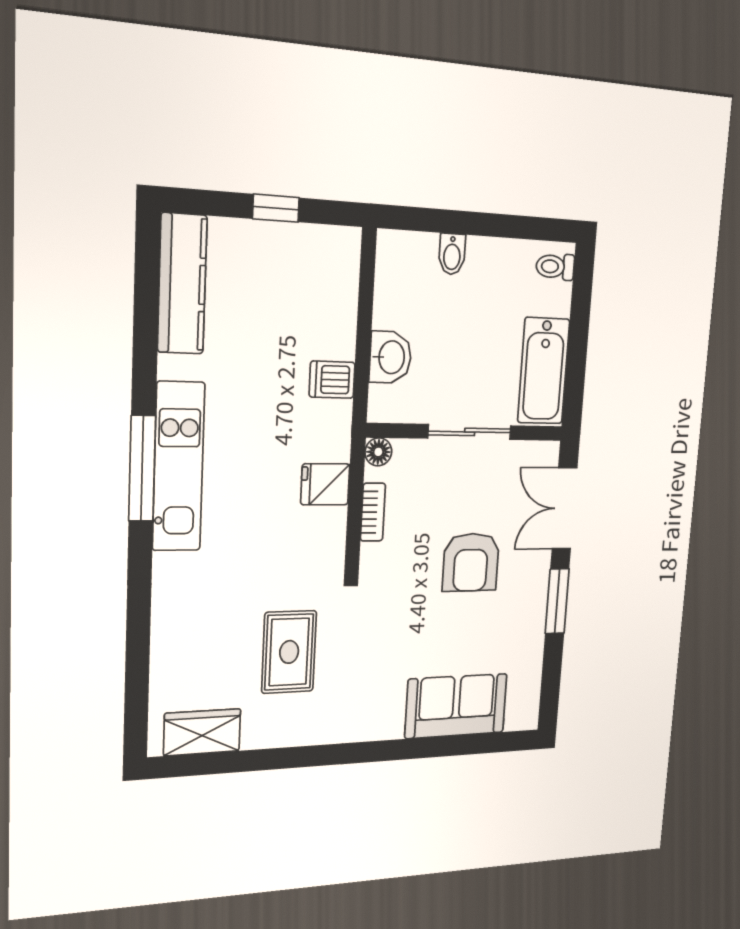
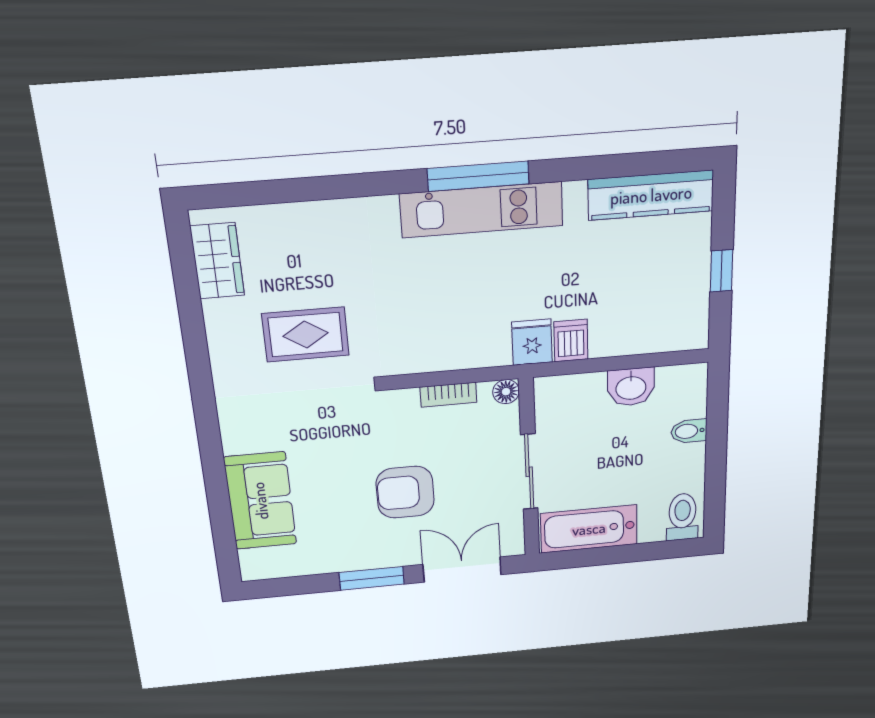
toilet: (555, 267) -> (682, 517), width x1.37, depth x1.39
washbasin: (390, 357) -> (631, 387), moved
fridge: (325, 484) -> (532, 342), moved

